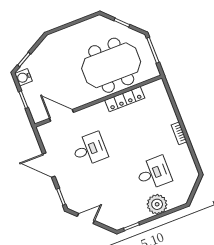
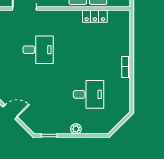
locker: (125, 99) -> (95, 16), width x0.66
plant: (157, 204) -> (76, 129), width x0.53, depth x0.53

